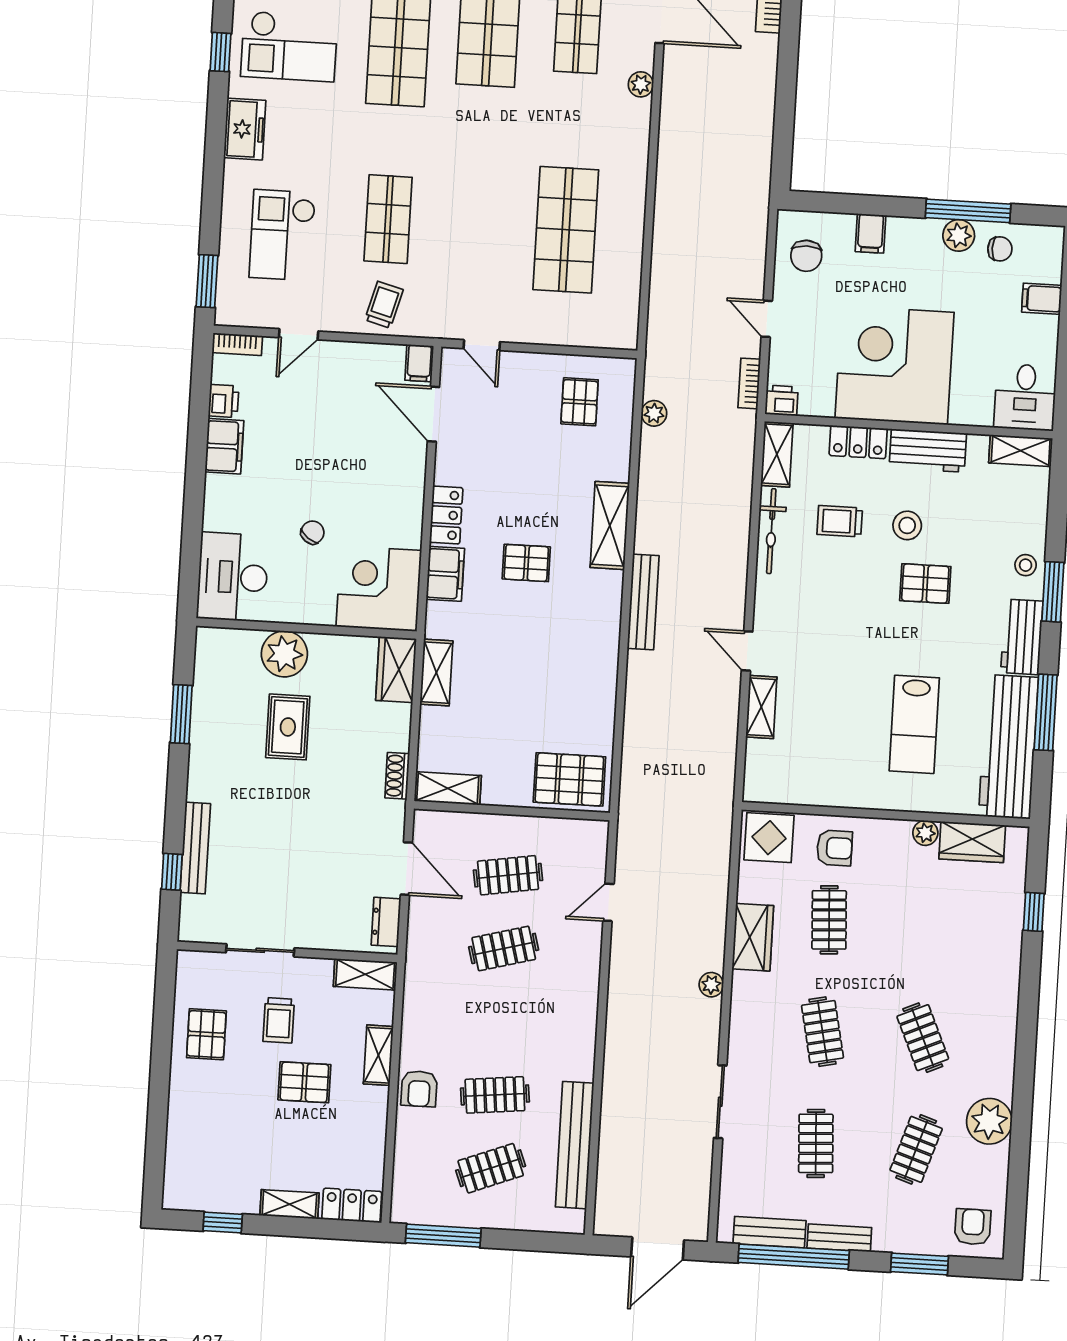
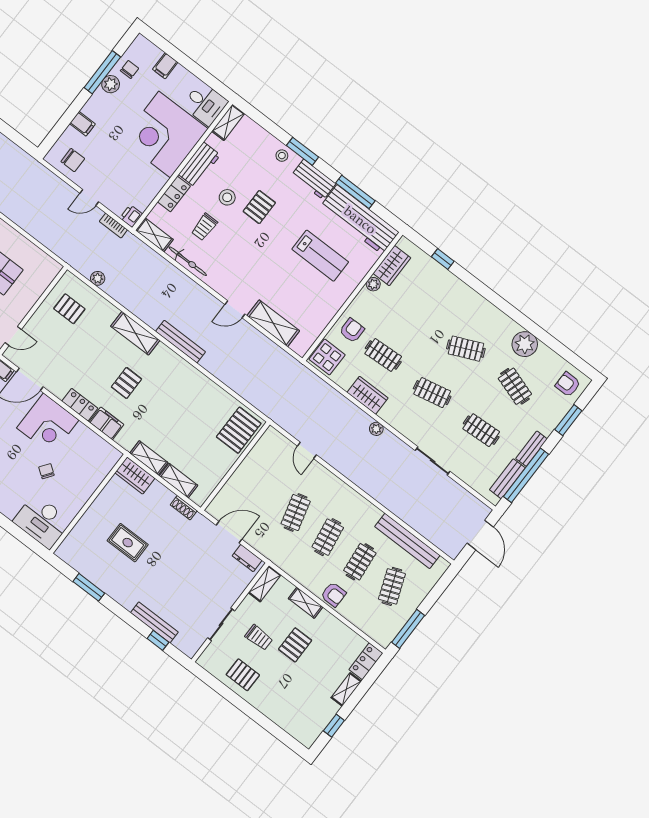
corner desk: (895, 365) -> (165, 134), moved
corner desk: (379, 588) -> (48, 424), moved, turned -90
plant: (284, 654) -> (93, 522), removed
shelving: (761, 707) -> (273, 323), width x1.50, depth x1.33
shelving: (448, 788) -> (178, 481), moved, turned 90
clothes rail: (508, 875) -> (328, 537), moved

